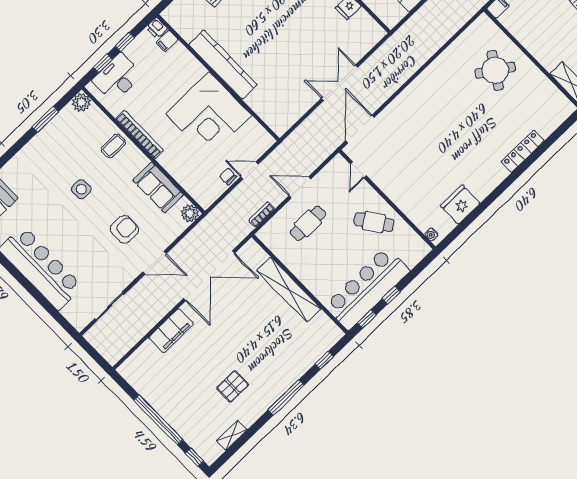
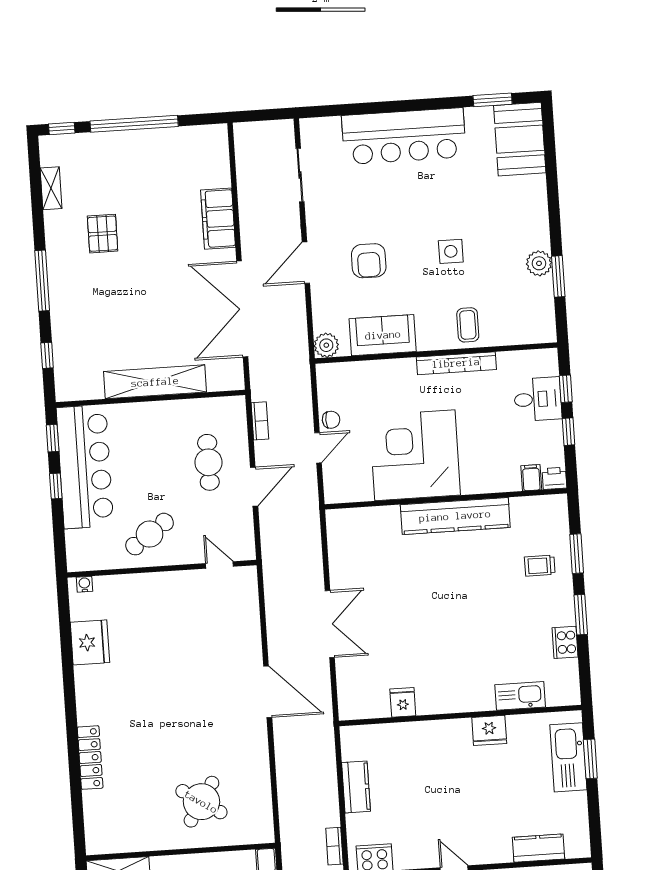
desk: (117, 78) -> (538, 399), width x0.73
plant: (81, 102) -> (539, 263), moved
door: (360, 129) -> (268, 692), moved

